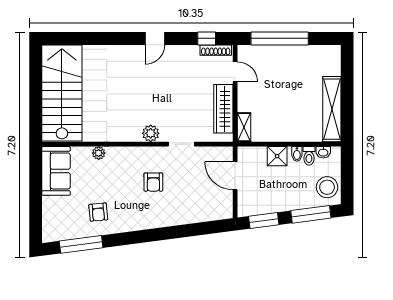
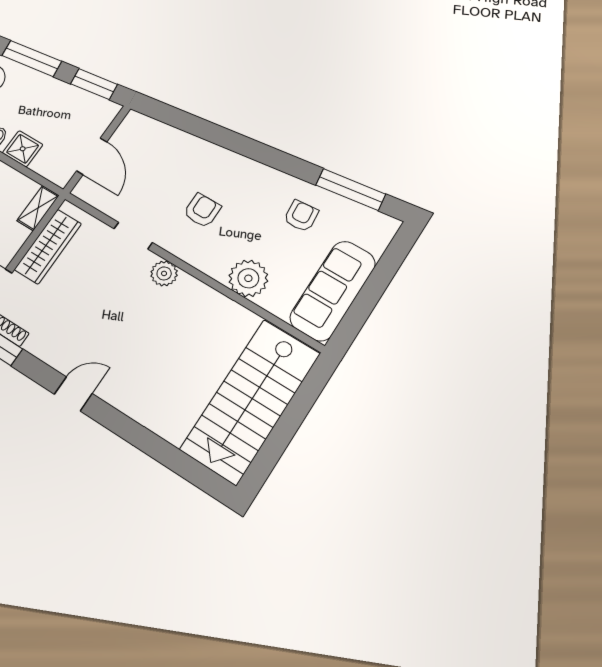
plant: (99, 153) -> (248, 278), width x1.87, depth x1.87
sofa: (56, 171) -> (333, 291), width x1.36

